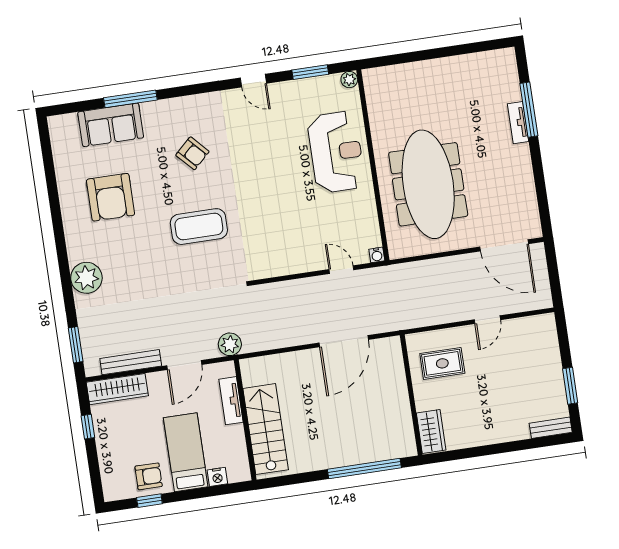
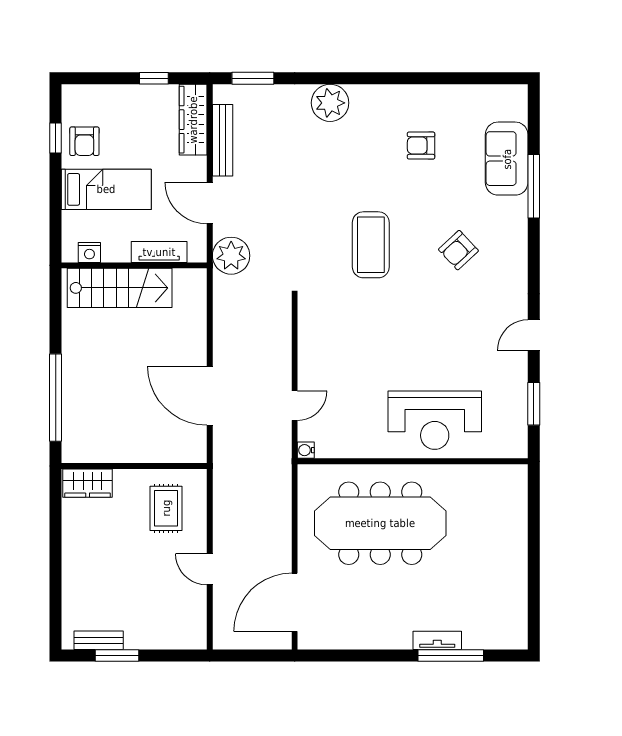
plant: (349, 80) -> (518, 449), removed
armchair: (111, 197) -> (421, 146), width x0.53, depth x0.53
plant: (230, 344) -> (231, 256), width x1.36, depth x1.36
bench: (551, 428) -> (99, 640), moved, turned 90
nightstand: (217, 477) -> (89, 252), moved, turned -90

